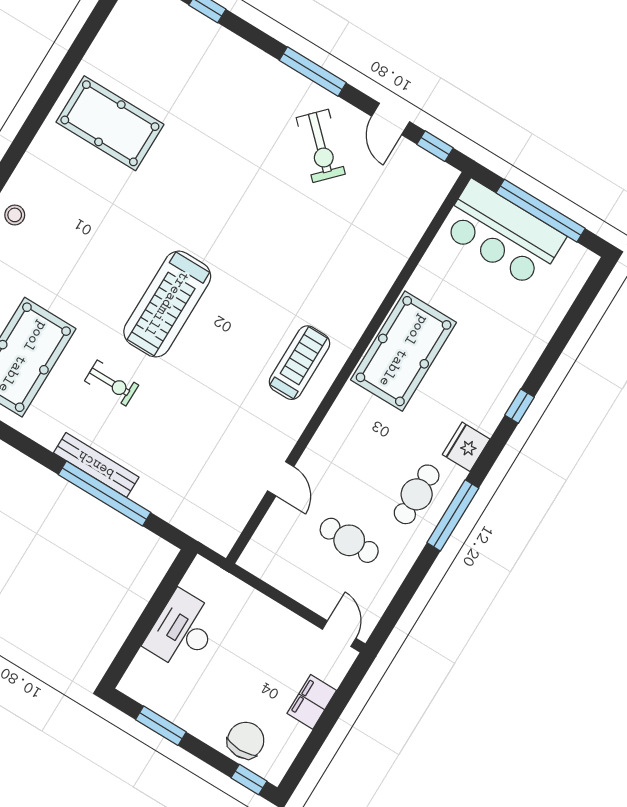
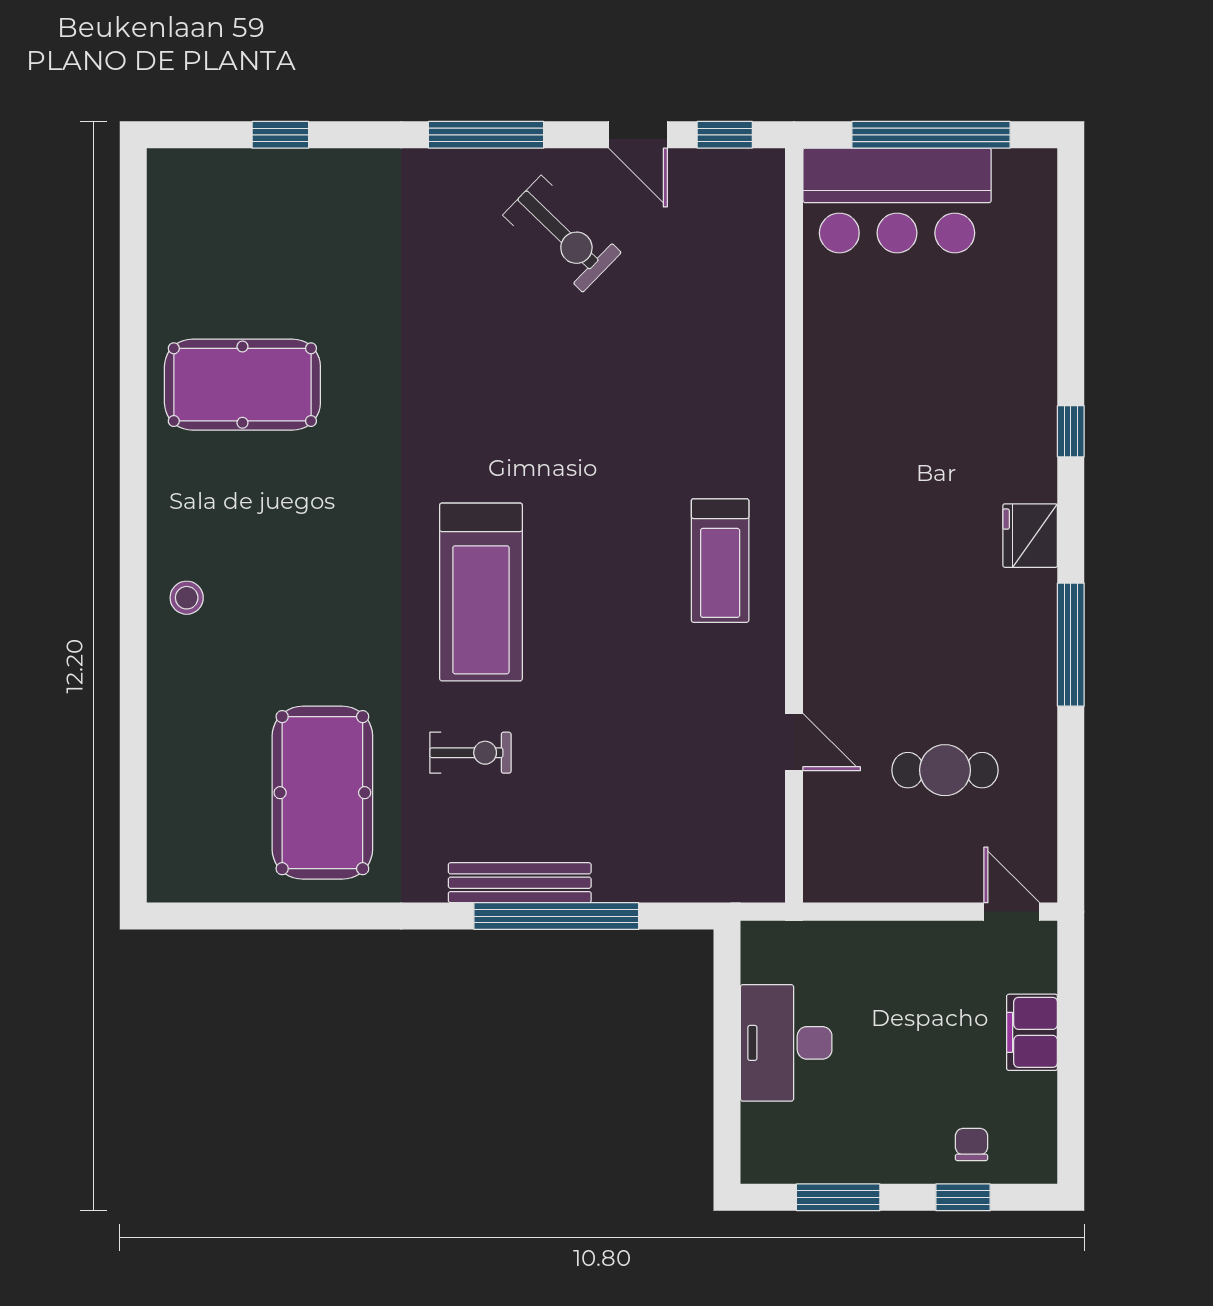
pool table: (404, 351) -> (858, 454), removed
treadmill: (300, 363) -> (720, 561), turned 180
cafe table: (417, 494) -> (1001, 646), removed
chair: (246, 740) -> (972, 1144), width x0.54, depth x0.54
window: (249, 779) -> (963, 1197), moved

